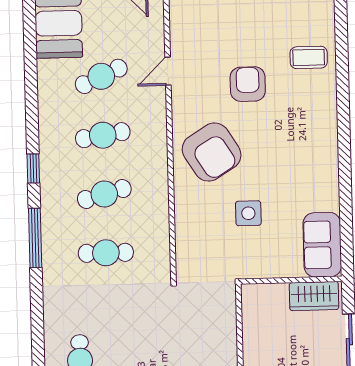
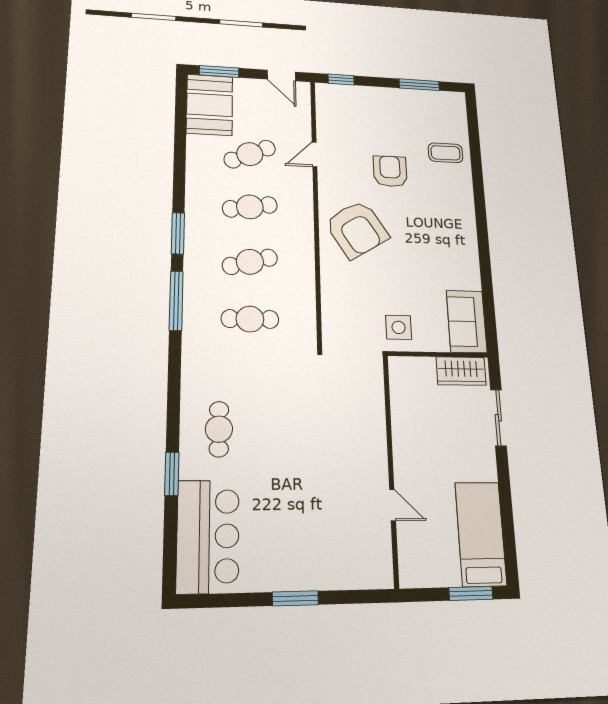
window: (33, 169) -> (178, 233), width x1.50
side table: (248, 213) -> (399, 327), moved

